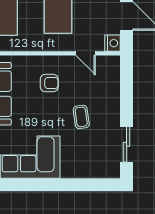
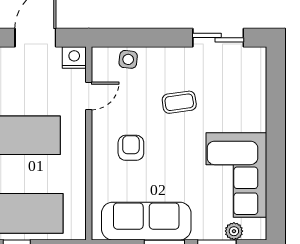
side table: (111, 81) -> (128, 59), added

